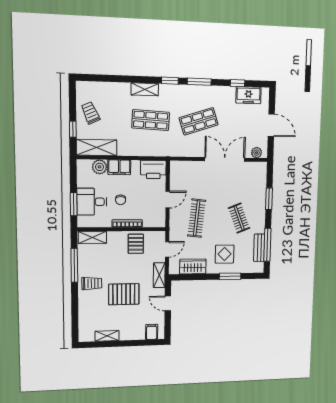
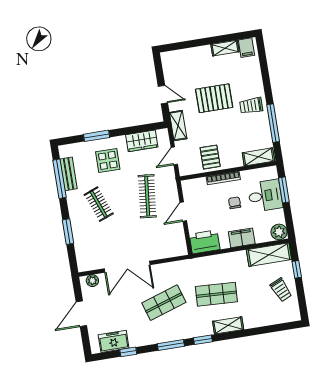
door: (271, 125) -> (81, 314), hinge flipped
plant: (100, 167) -> (279, 232), moved
filing cabinet: (152, 332) -> (246, 48), moved

